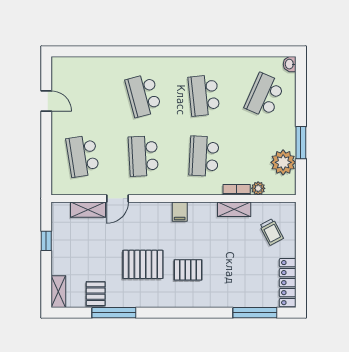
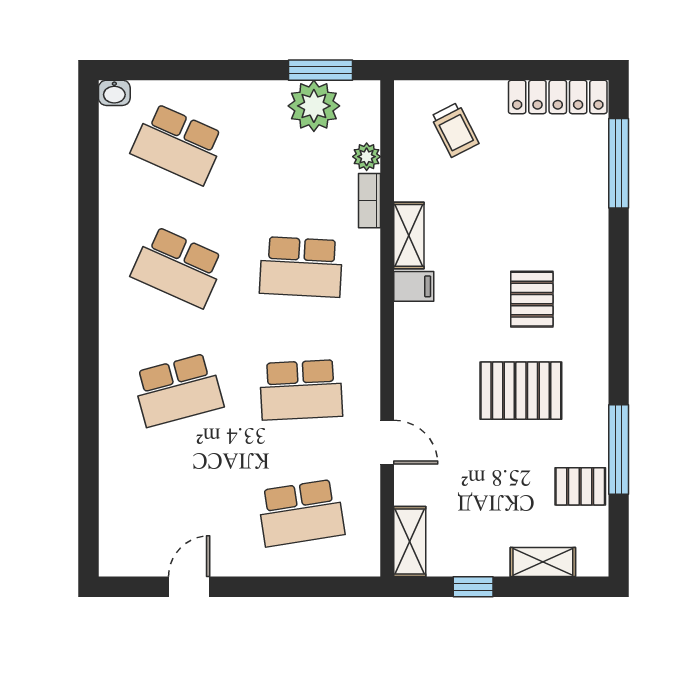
school desk: (204, 95) -> (178, 267), turned 30
window: (301, 143) -> (321, 70), moved
shelving: (234, 209) -> (409, 235), moved
shelving: (88, 210) -> (410, 541), moved
filing cabinet: (180, 212) -> (414, 286), moved
trolley: (271, 232) -> (455, 130), turned 91
pallet: (143, 264) -> (521, 391), turned 90
shelving: (58, 292) -> (543, 562), moved

